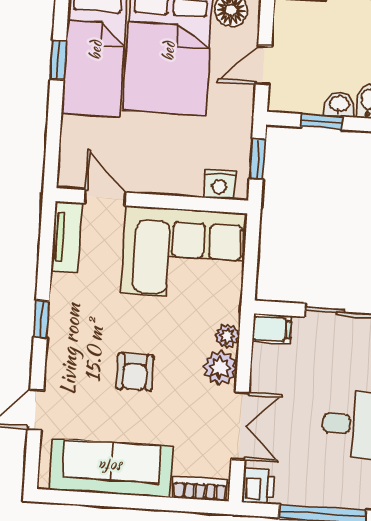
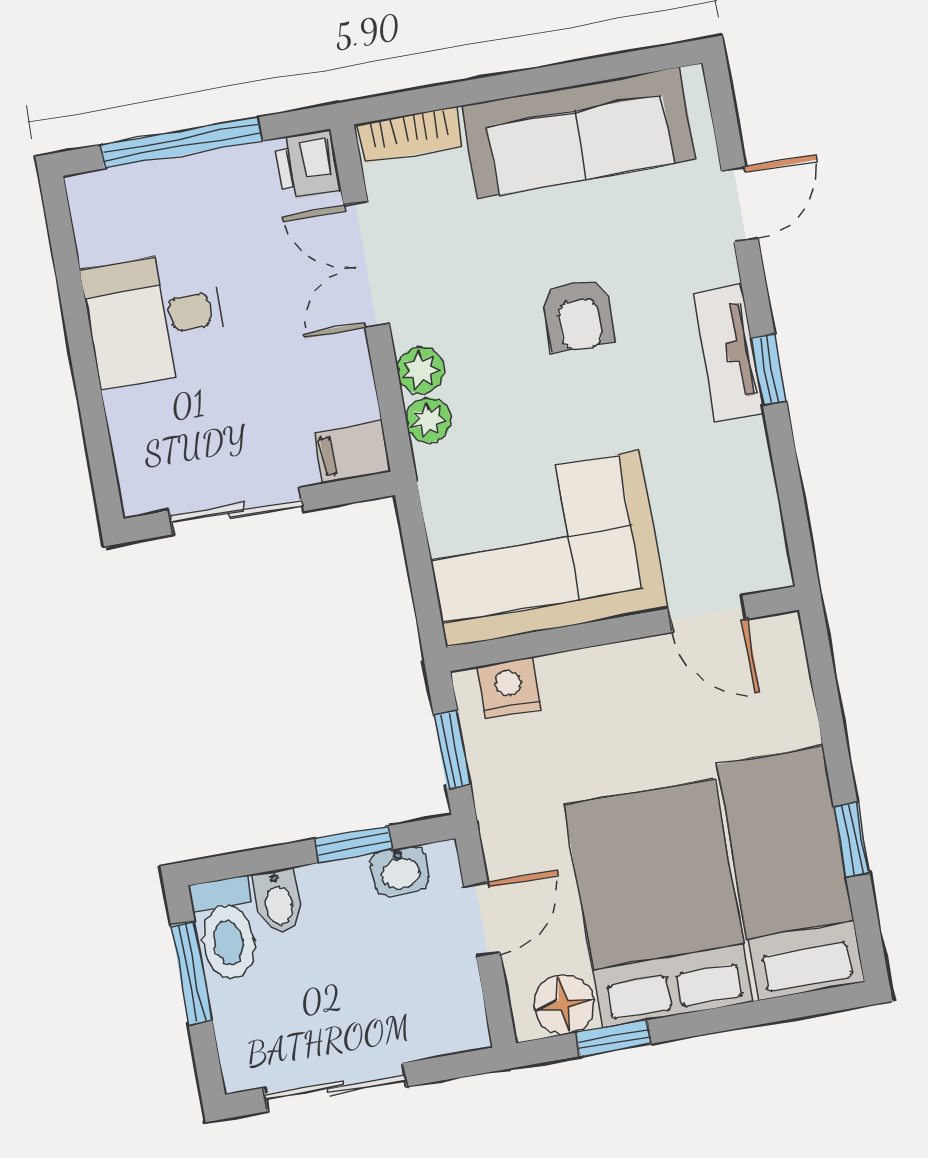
washbasin: (339, 104) -> (400, 871), moved
tv unit: (67, 237) -> (729, 352), moved
plant: (220, 368) -> (421, 370), width x0.73, depth x0.73
armchair: (135, 372) -> (578, 315), turned 180

